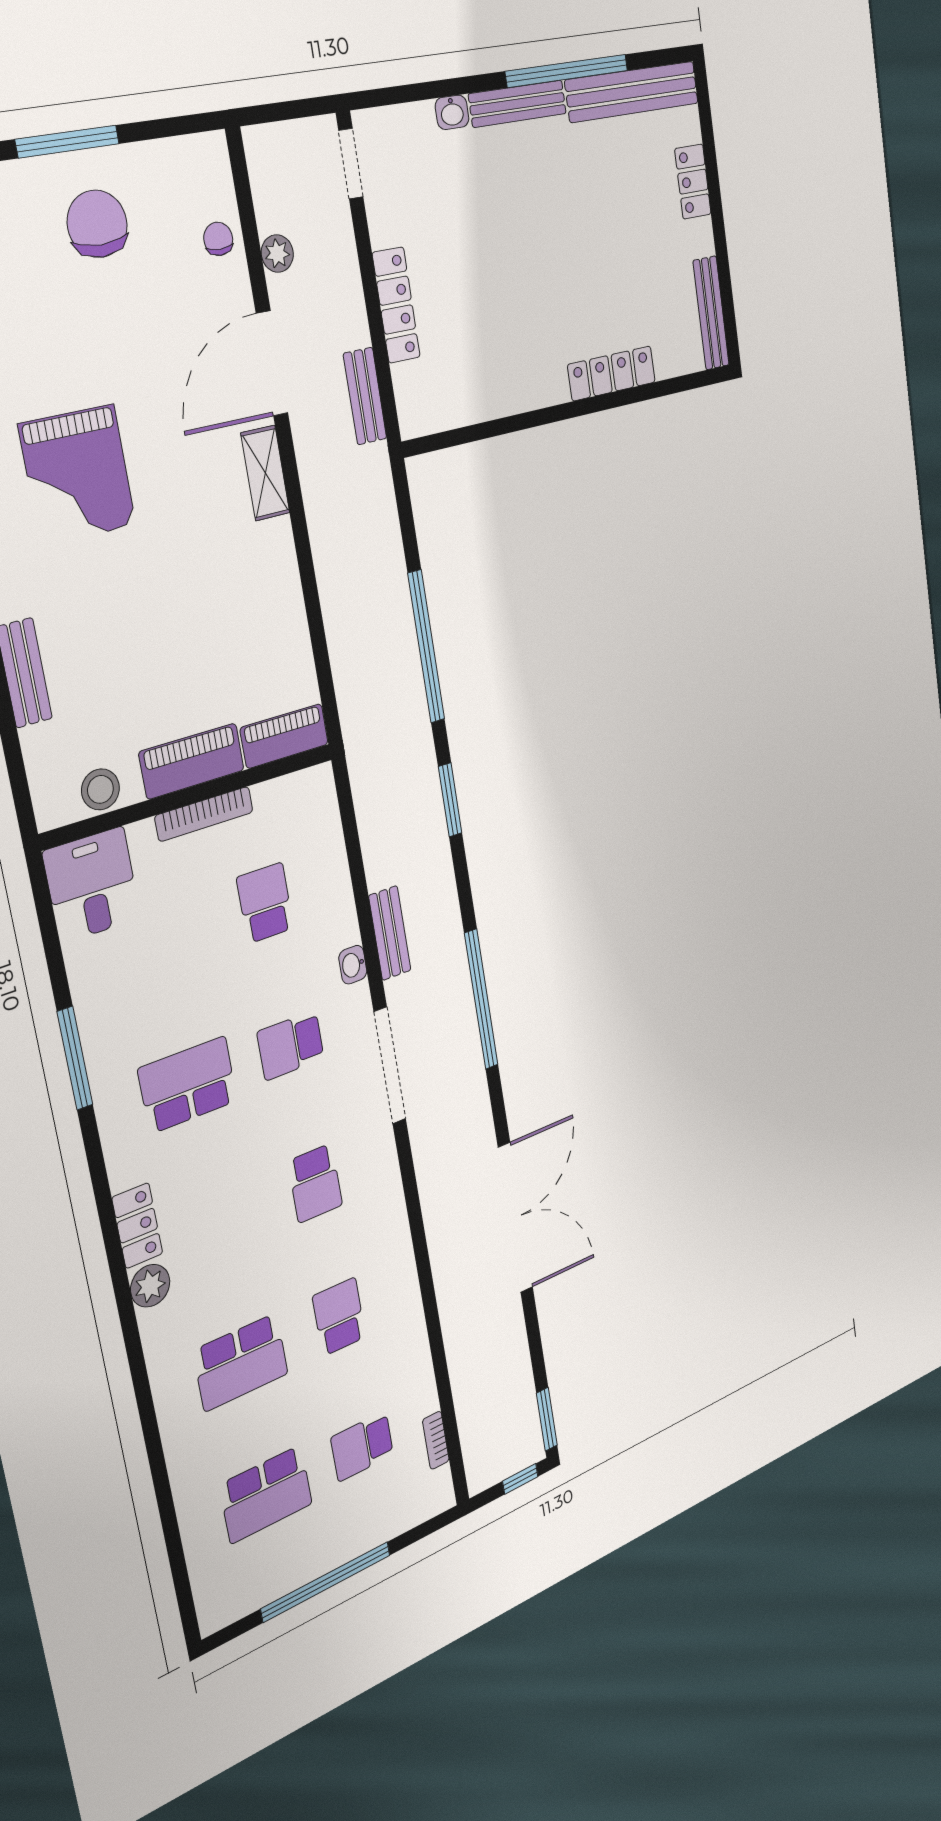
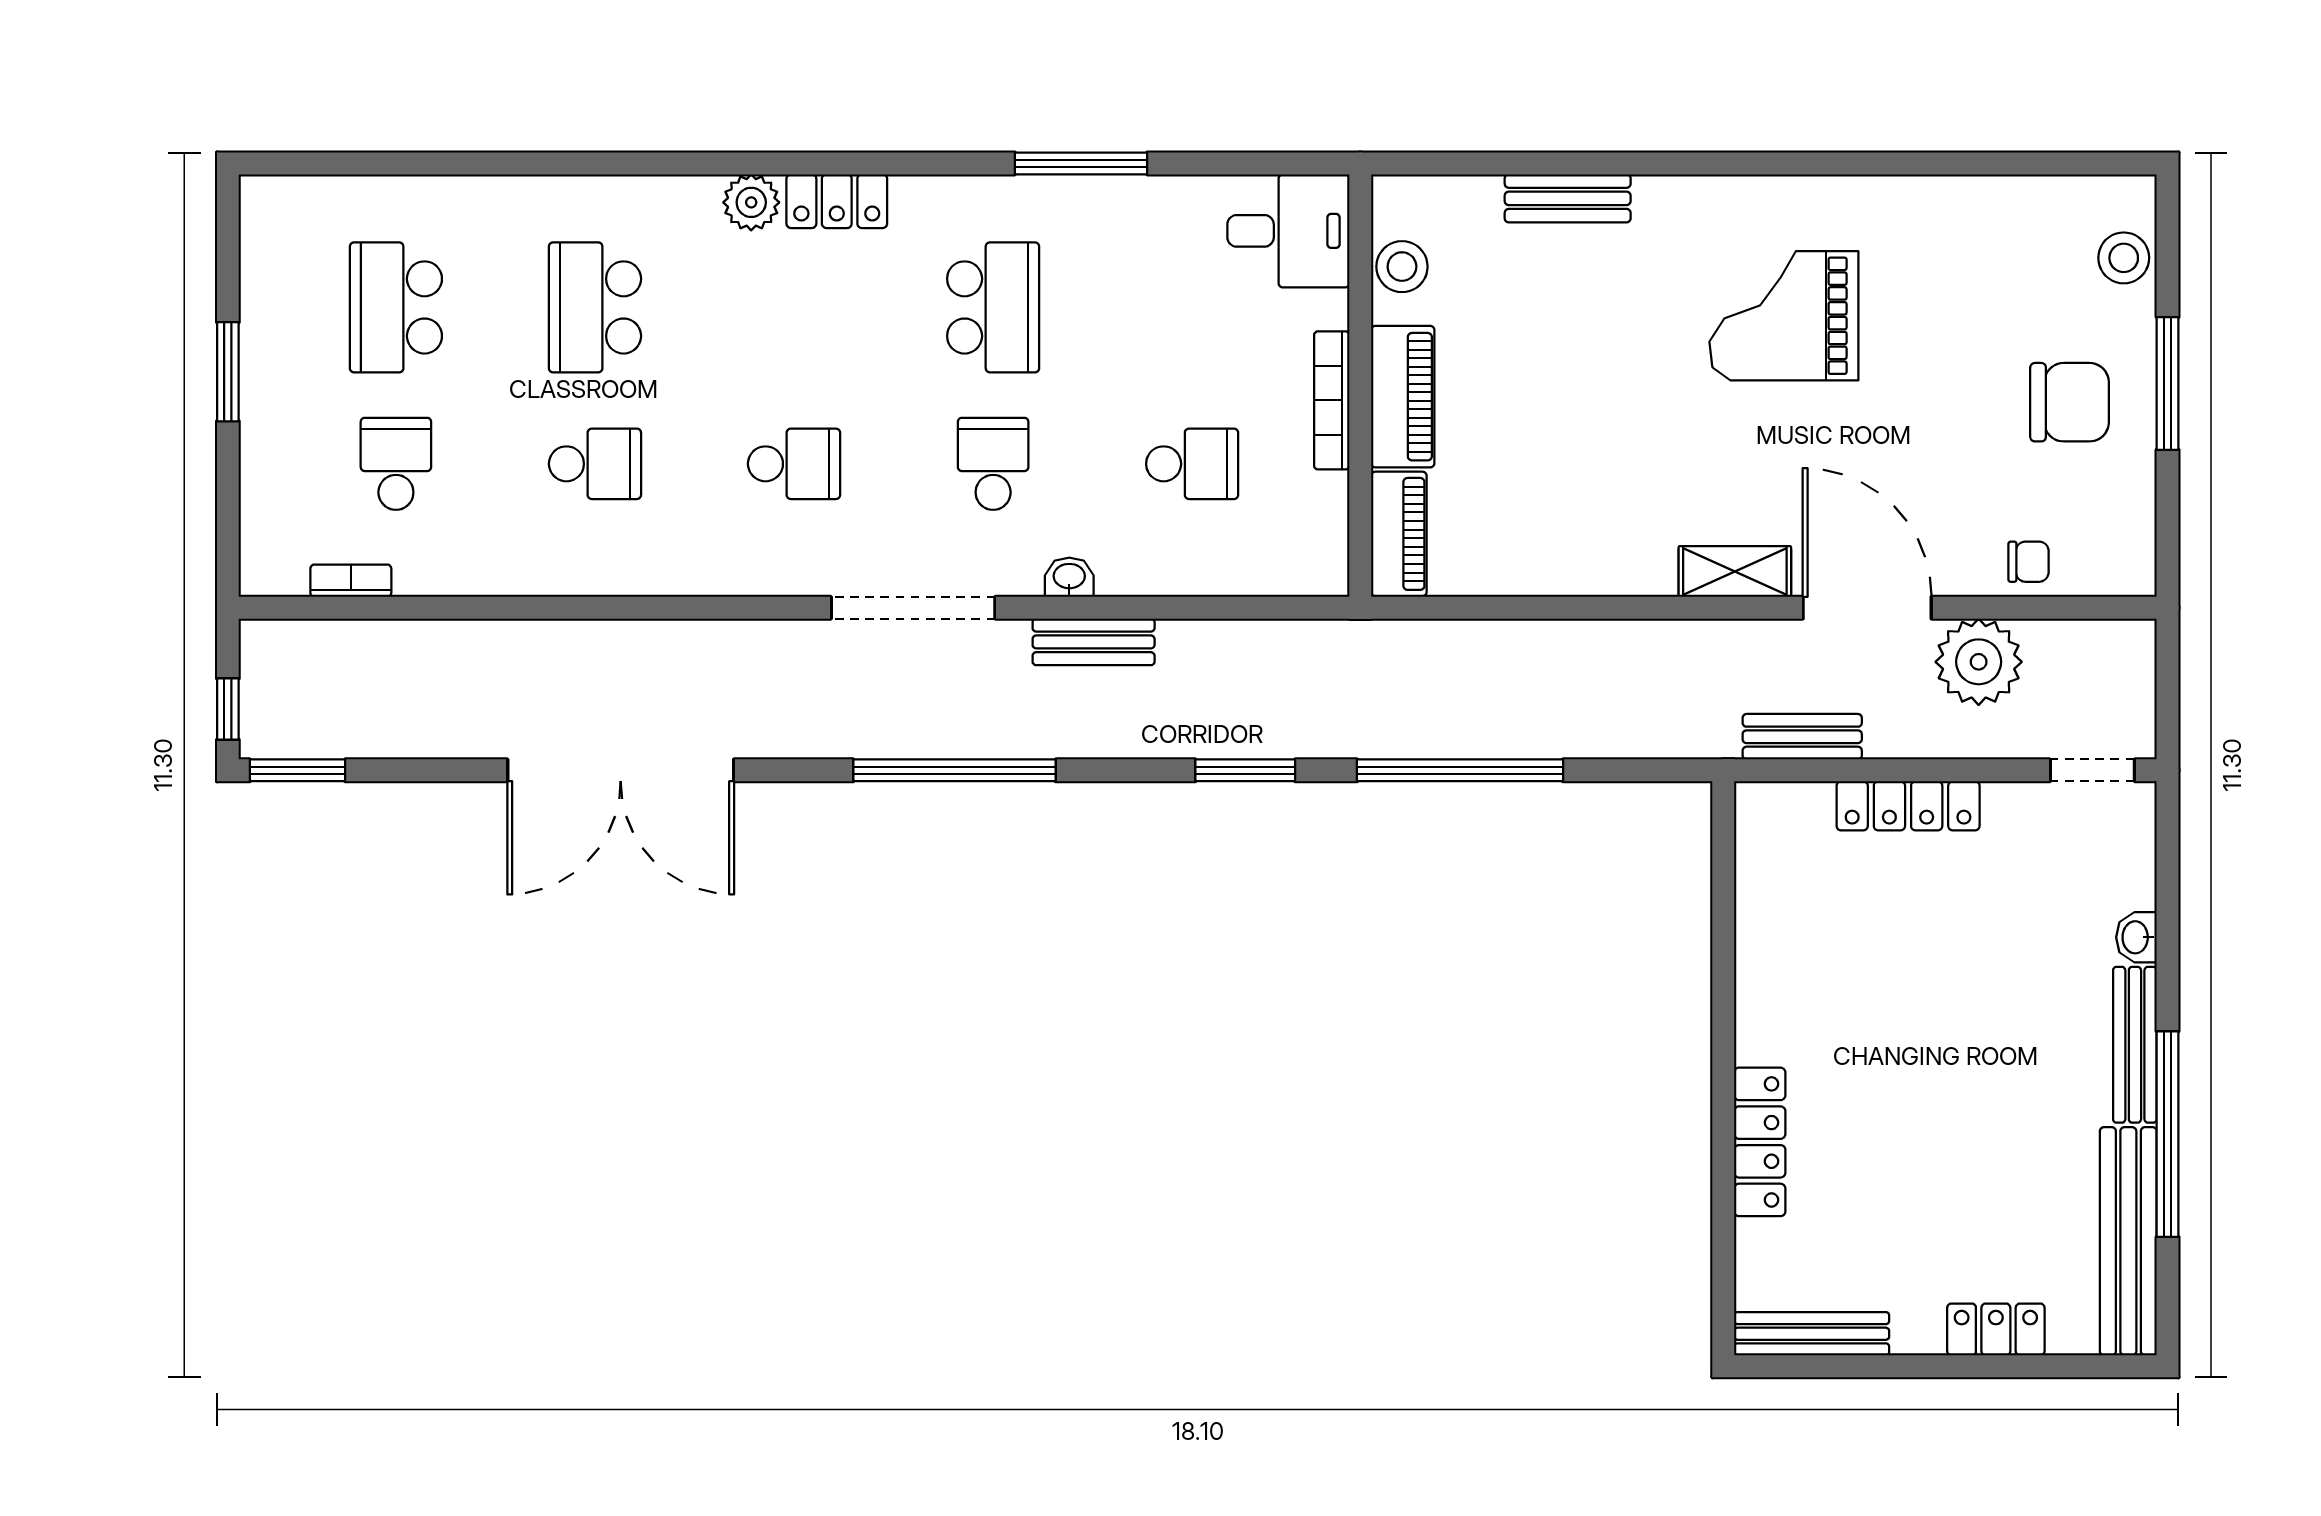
plant: (277, 253) -> (1979, 662), width x1.87, depth x1.87
school desk: (315, 1183) -> (794, 464), turned 180
window: (326, 1582) -> (228, 372), width x0.47

